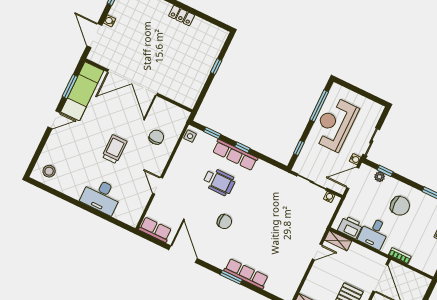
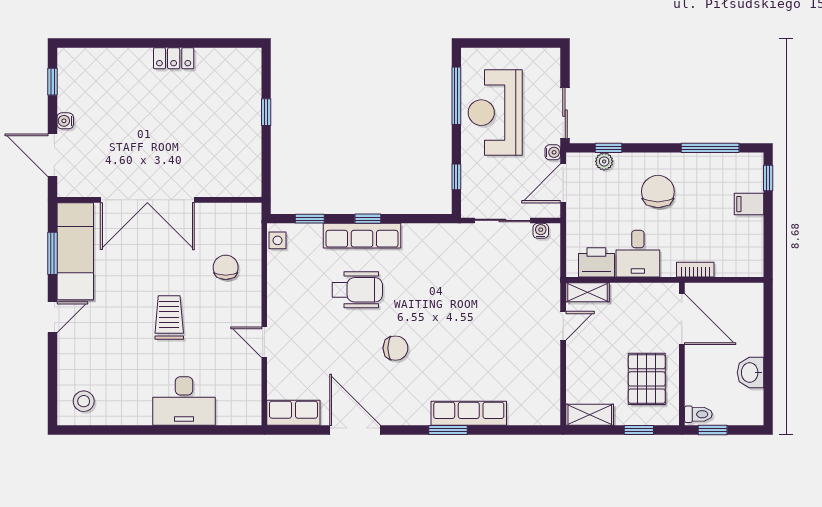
chair: (400, 206) -> (658, 192), turned -90

